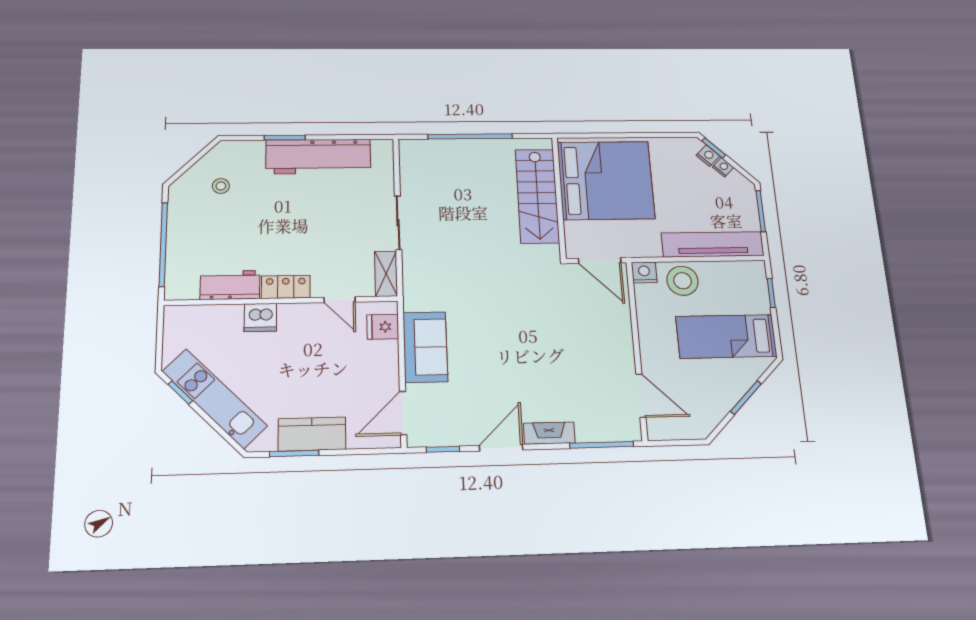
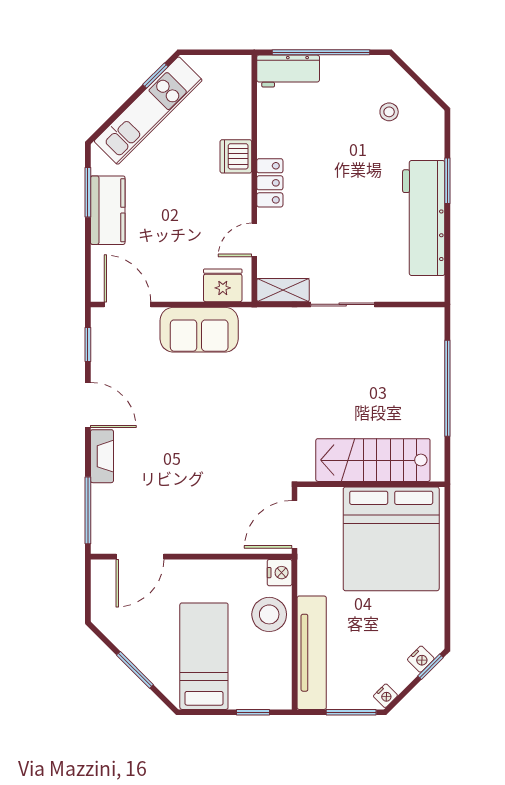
nightstand: (723, 167) -> (385, 696), moved
workbench: (230, 285) -> (288, 71), moved, turned 90
fridge: (383, 327) -> (223, 285), width x1.38

